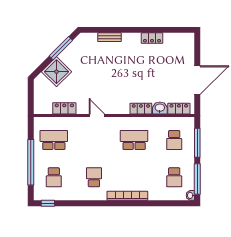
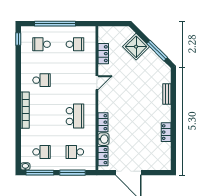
school desk: (54, 140) -> (75, 44), width x0.54
school desk: (174, 177) -> (42, 152), turned 180

